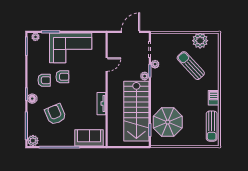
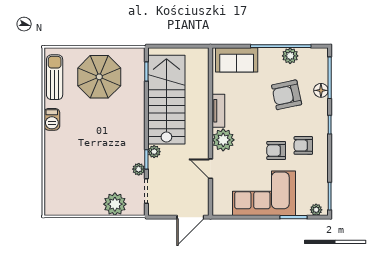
door: (131, 32) -> (190, 217), moved
plant: (200, 41) -> (115, 204), moved
door: (107, 65) -> (210, 169), hinge flipped
sun lounger: (191, 66) -> (86, 167), removed
plant: (98, 84) -> (223, 140), added
floor lamp: (32, 99) -> (321, 90), moved
armchair: (55, 114) -> (287, 95), turned 101
parasol: (168, 122) -> (99, 77), moved
plant: (33, 141) -> (290, 56), moved

